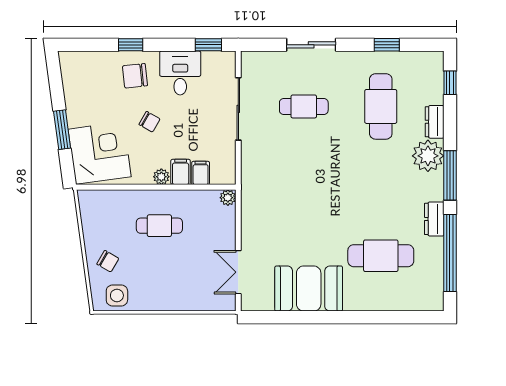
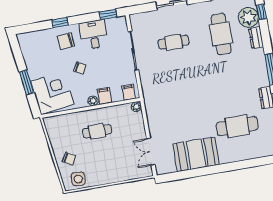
plant: (428, 156) -> (248, 17), moved
filing cabinet: (201, 173) -> (129, 92), moved

